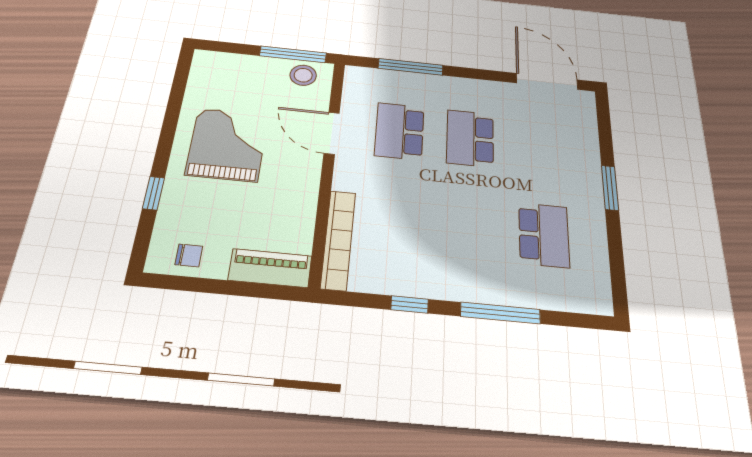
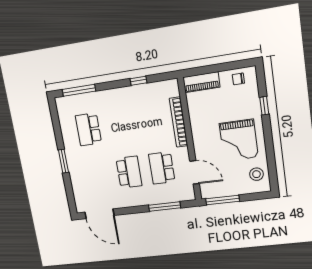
stool: (303, 75) -> (256, 174), moved
school desk: (400, 131) -> (162, 168), turned 180
door: (332, 133) -> (194, 172), moved
bookcase: (338, 240) -> (179, 122), moved
window: (500, 313) -> (79, 90), moved

